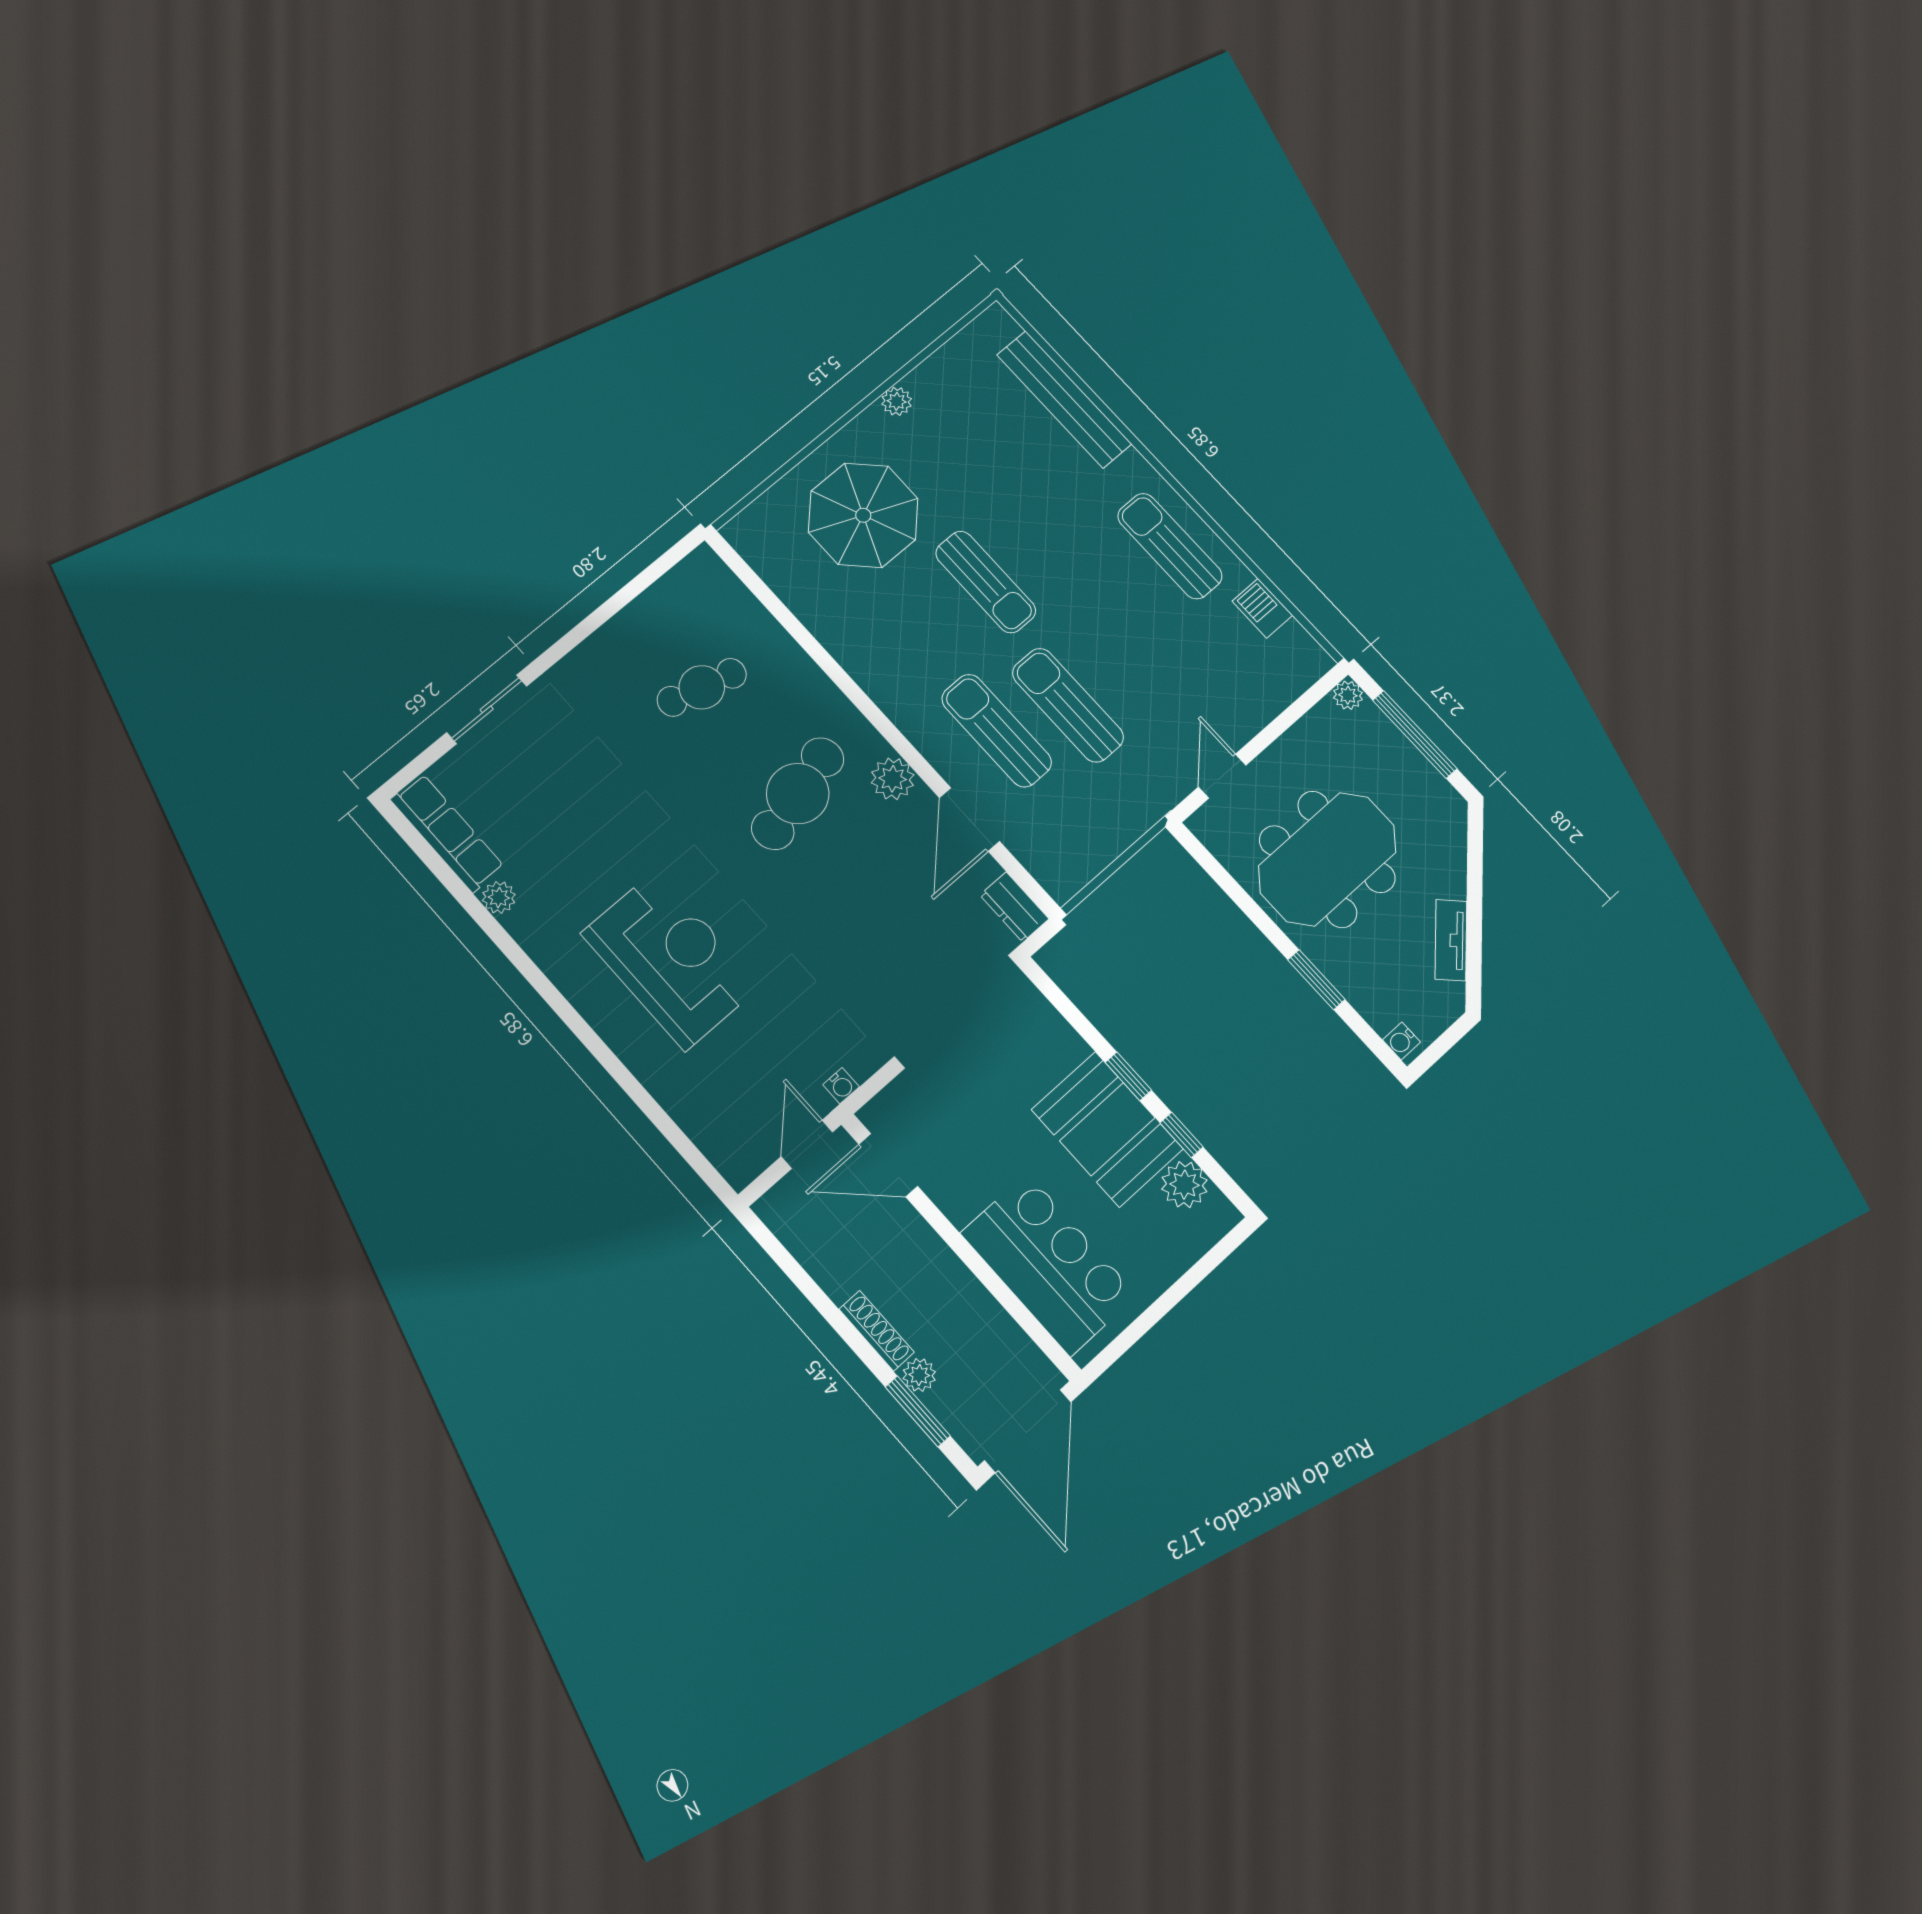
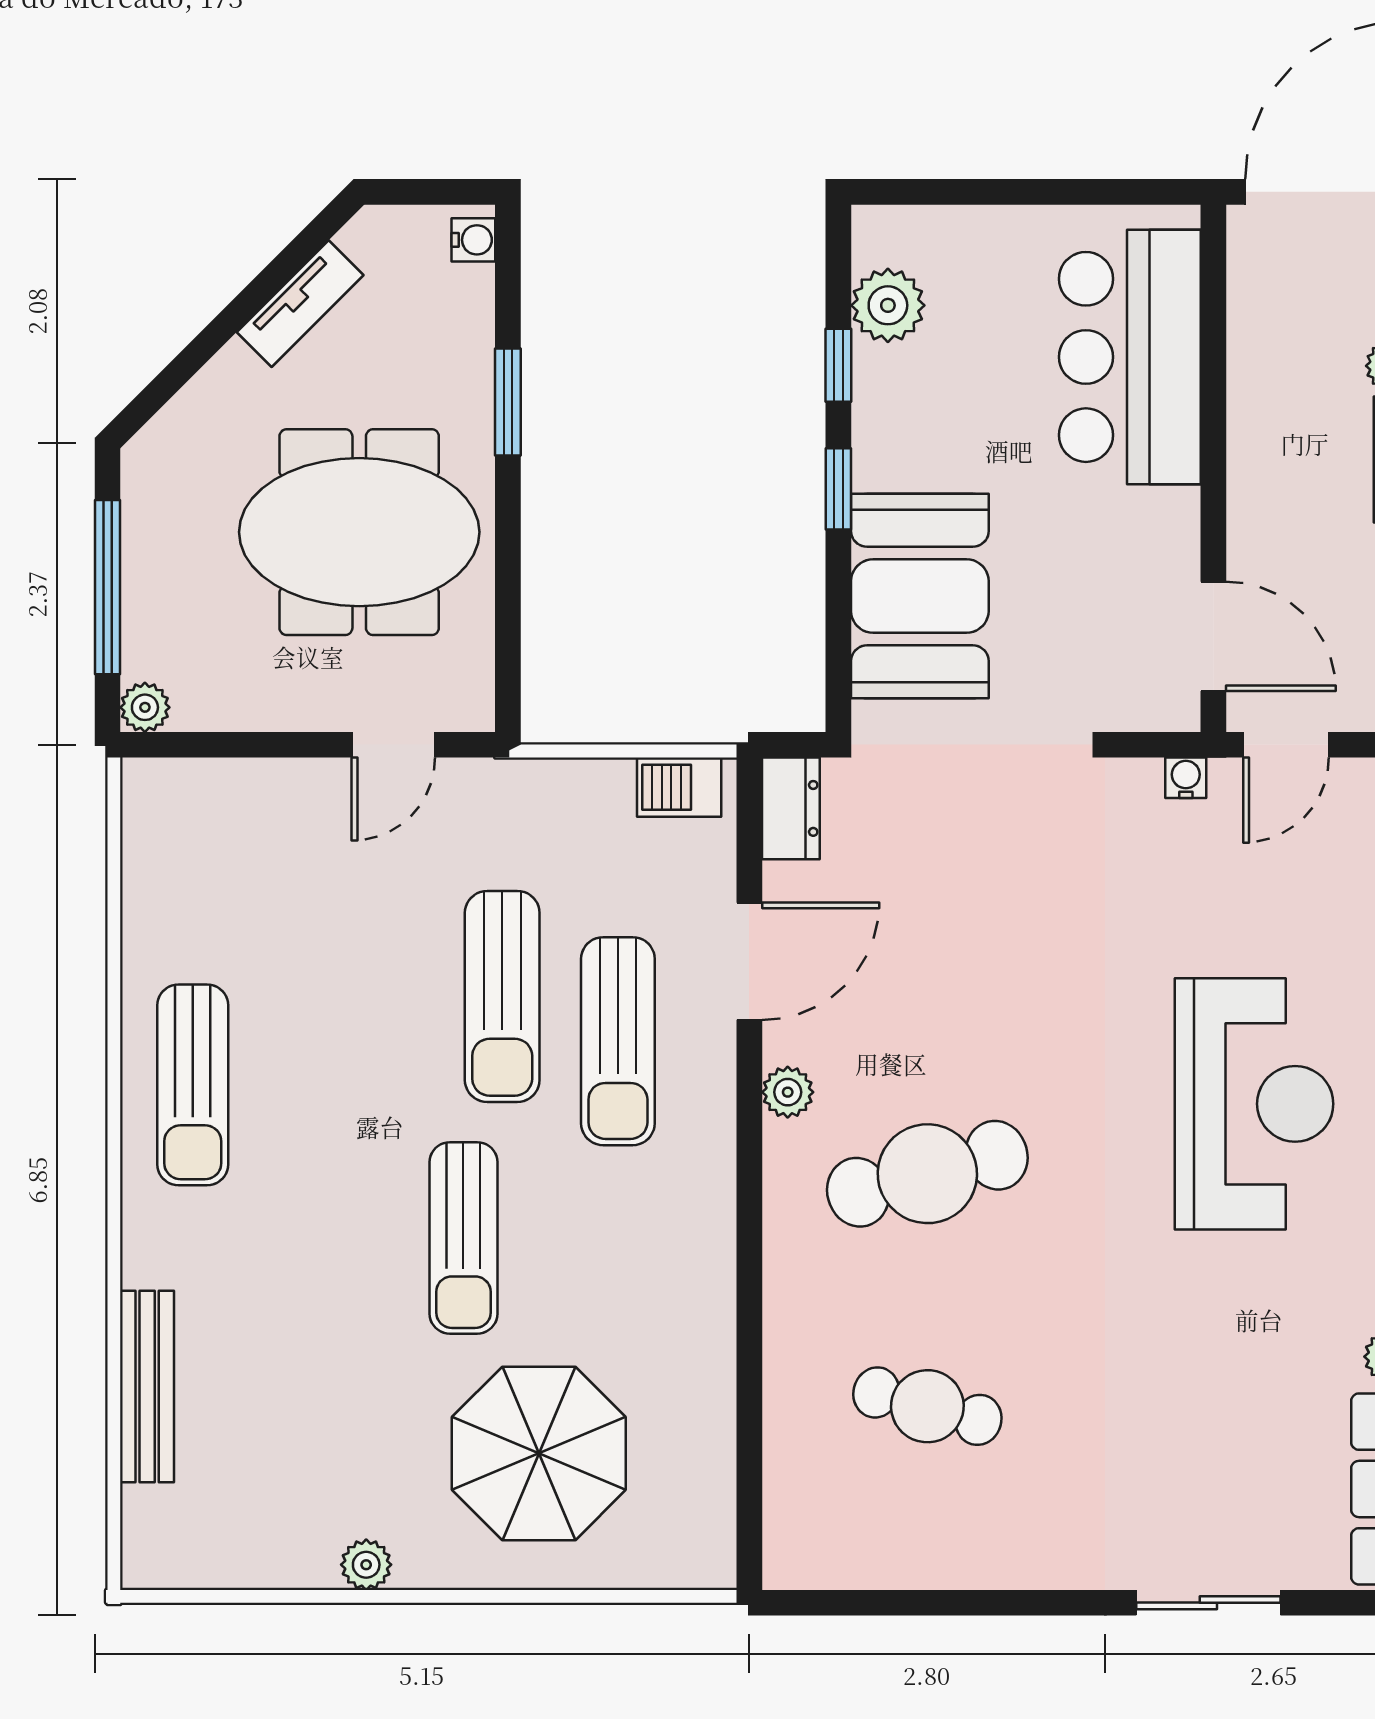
bench: (1064, 399) -> (147, 1386), width x0.73, depth x0.82
sun lounger: (986, 582) -> (463, 1238), turned 180
barbecue: (1262, 608) -> (679, 787), moved, turned 90
plant: (893, 779) -> (788, 1092), width x0.73, depth x0.73
reception desk: (671, 960) -> (1254, 1104), turned 180
booth: (1107, 1129) -> (920, 596), moved

